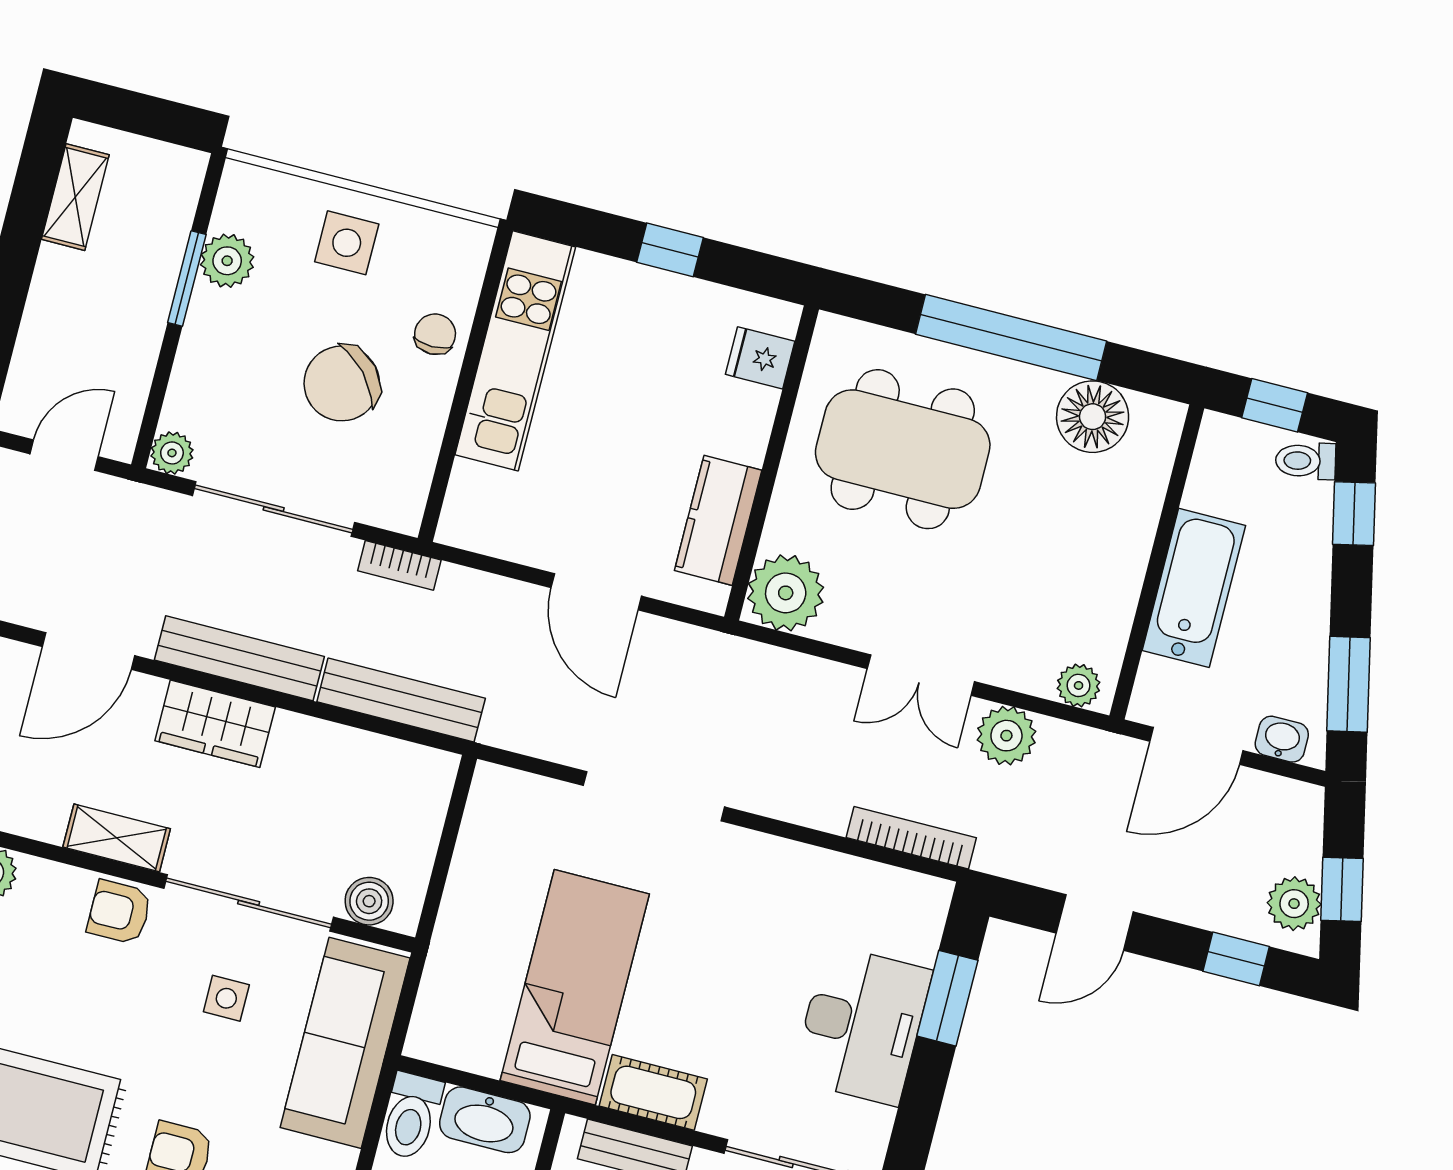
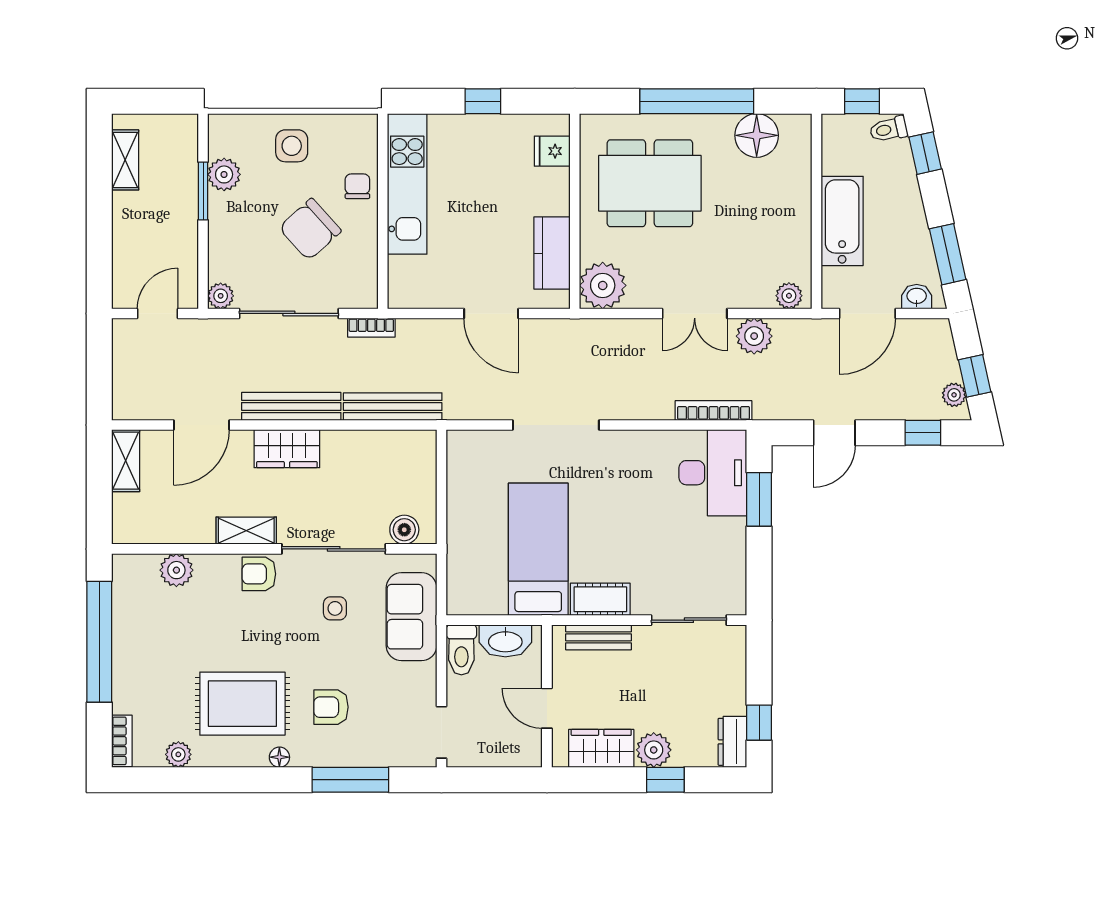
plant: (1294, 904) -> (954, 395), width x0.73, depth x0.73
desk: (862, 1025) -> (713, 473), moved
sofa: (345, 1043) -> (412, 617), width x0.73

